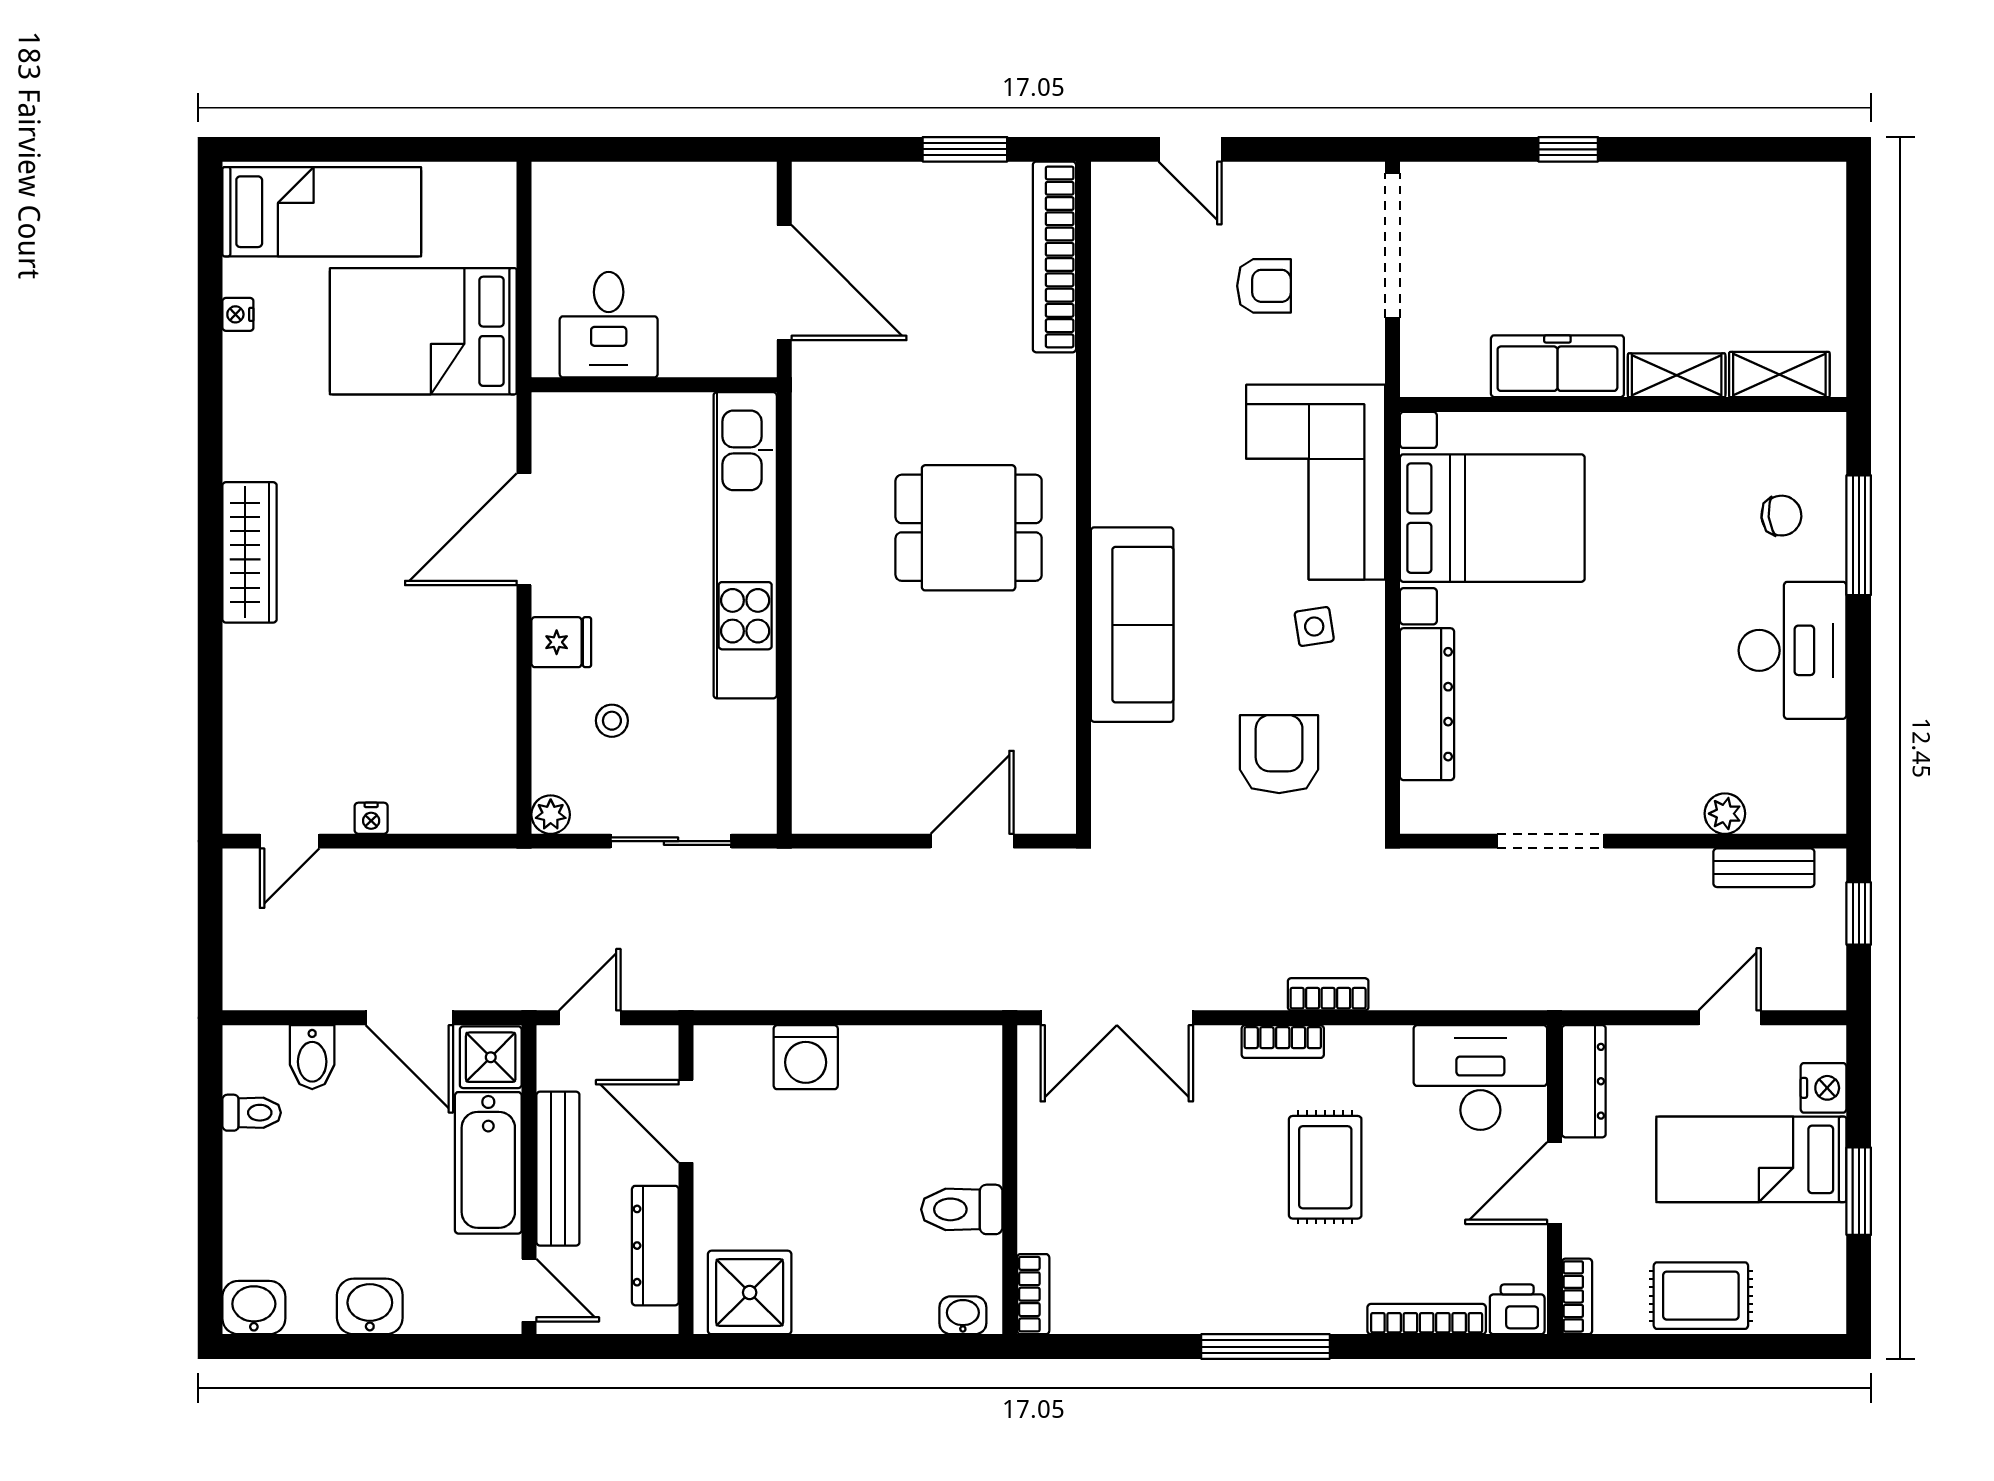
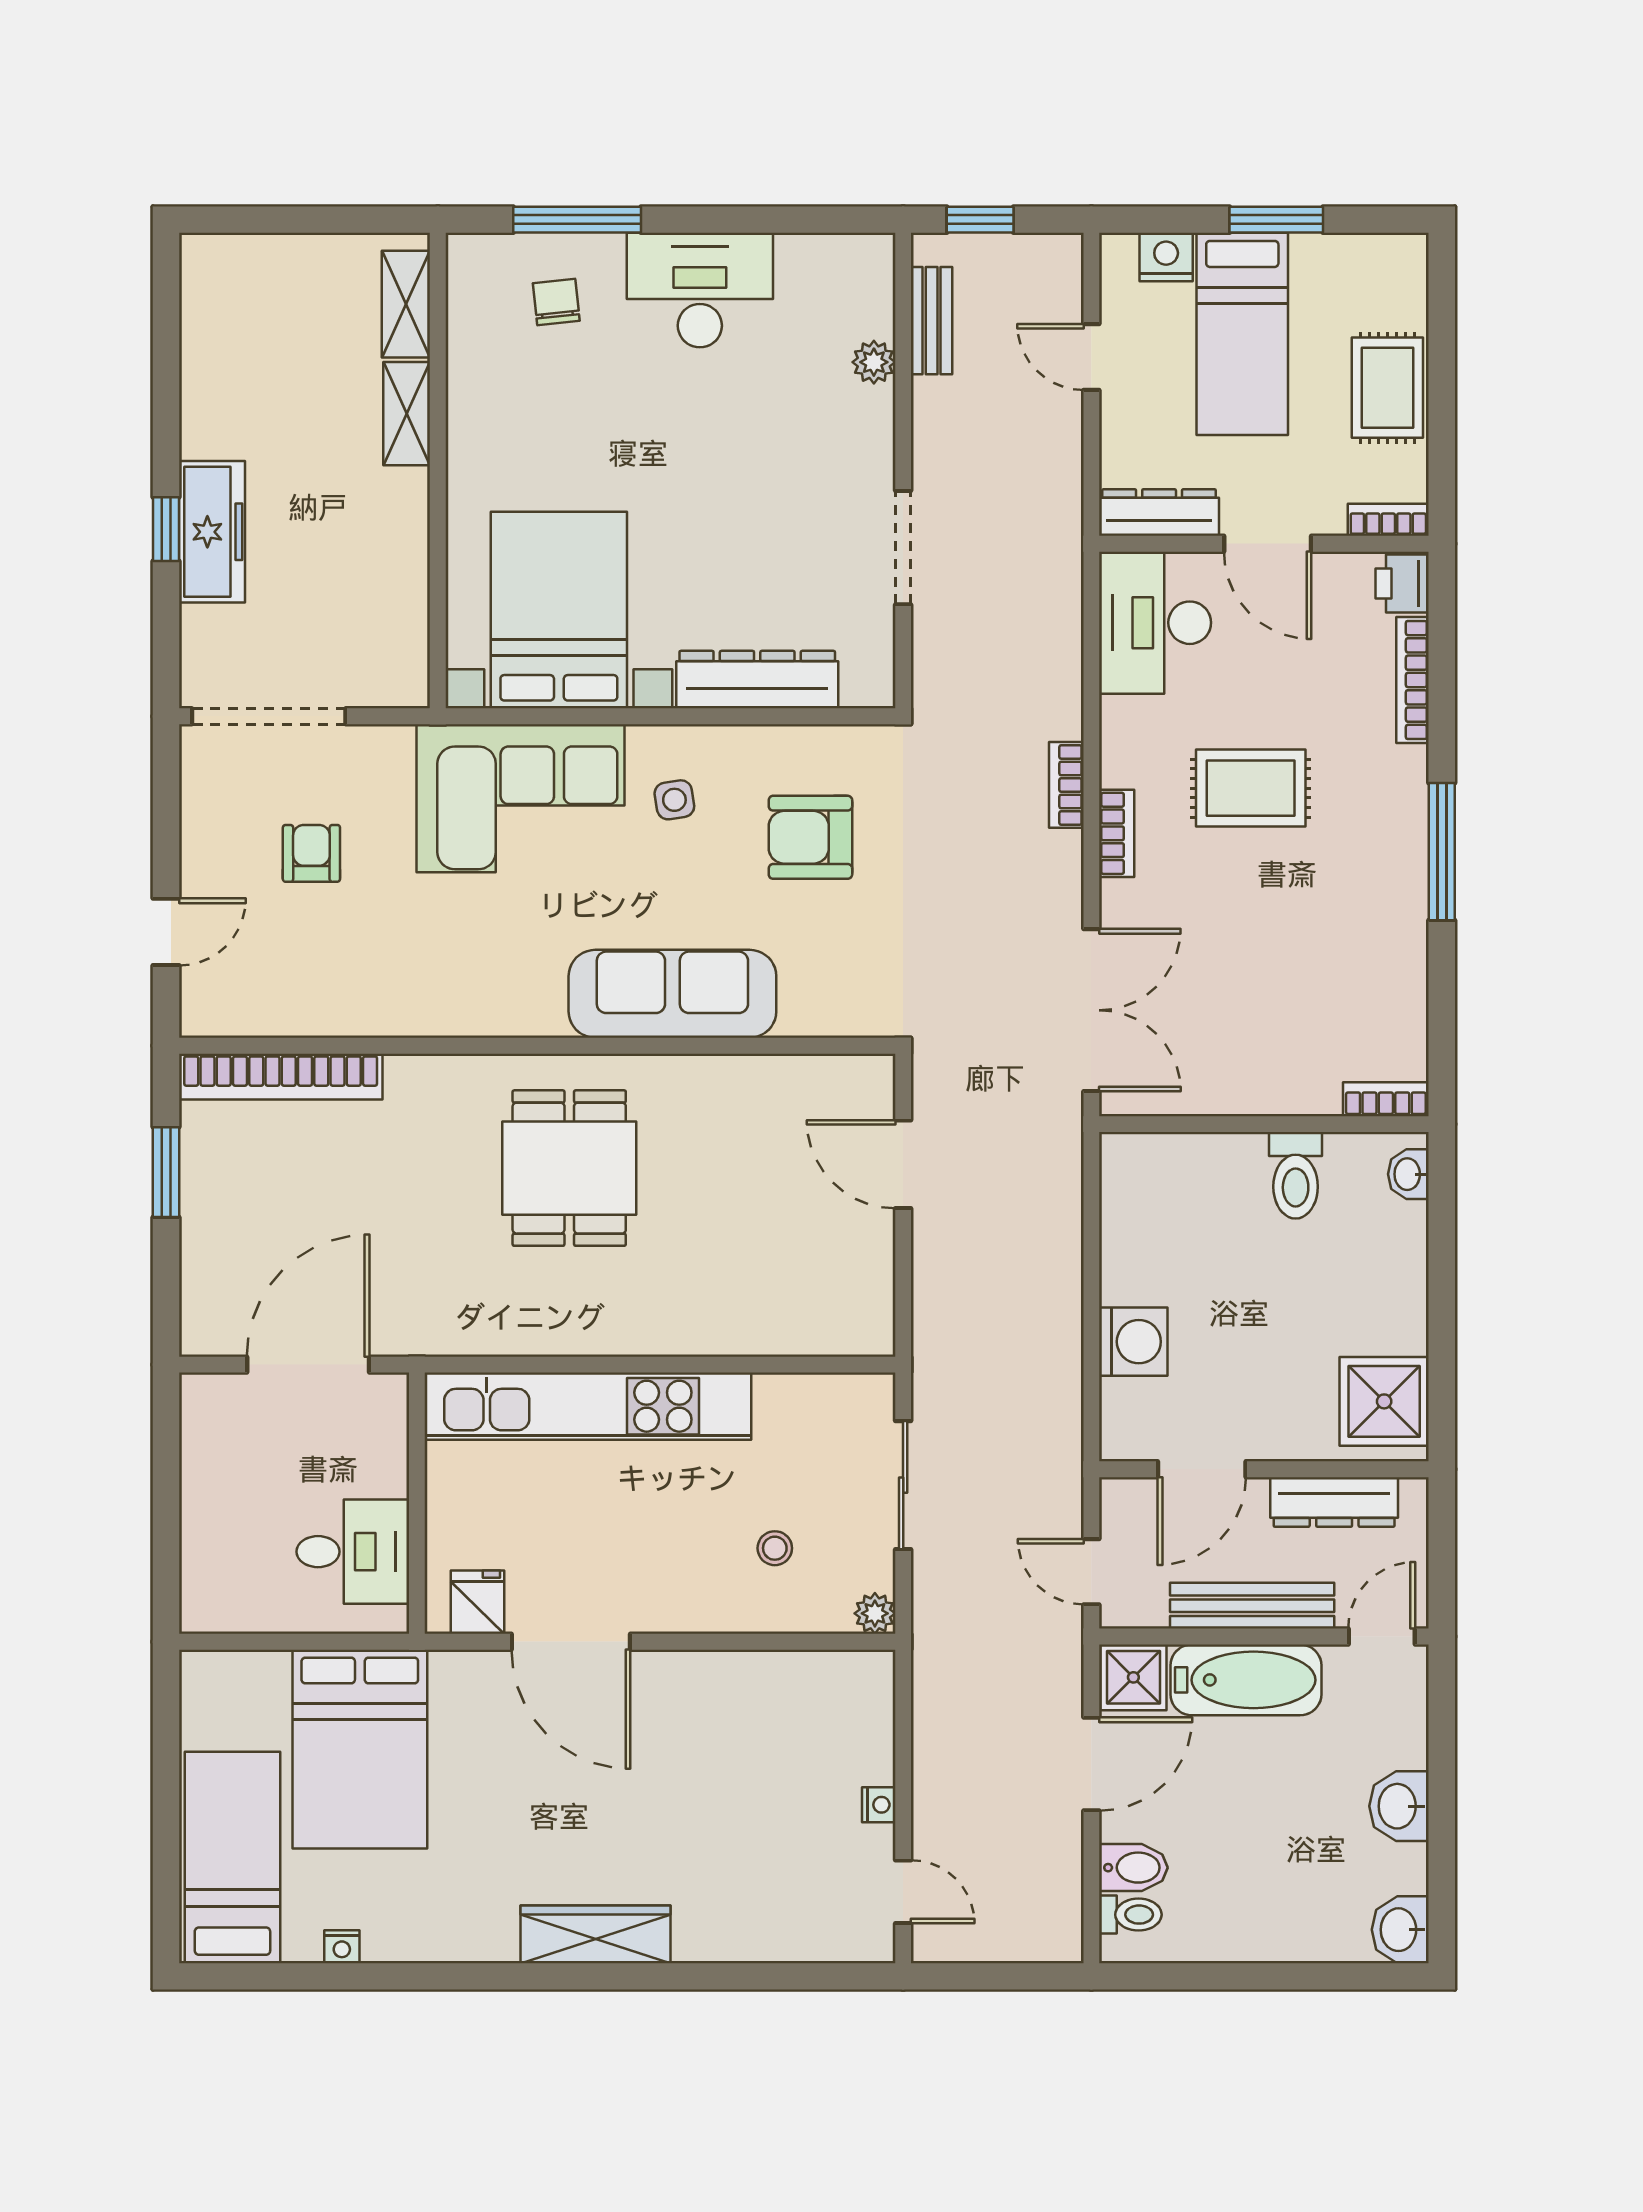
freezer: (1557, 366) -> (212, 532), moved, turned 180
fridge: (561, 642) -> (478, 1602), moved
toilet: (252, 1113) -> (1130, 1915), moved, turned 90

